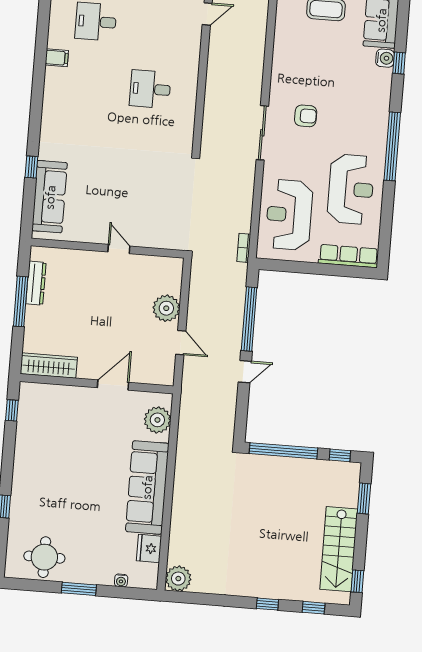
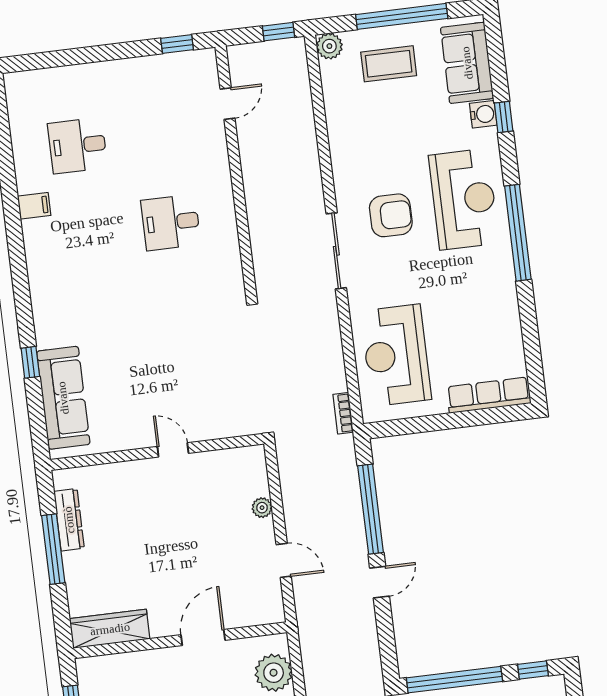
armchair: (306, 116) -> (391, 215), width x1.38, depth x1.38
reception desk: (351, 189) -> (464, 199), moved
plant: (166, 308) -> (262, 508), width x0.53, depth x0.53

